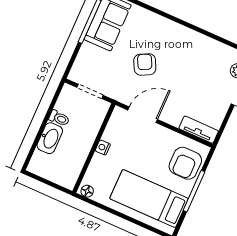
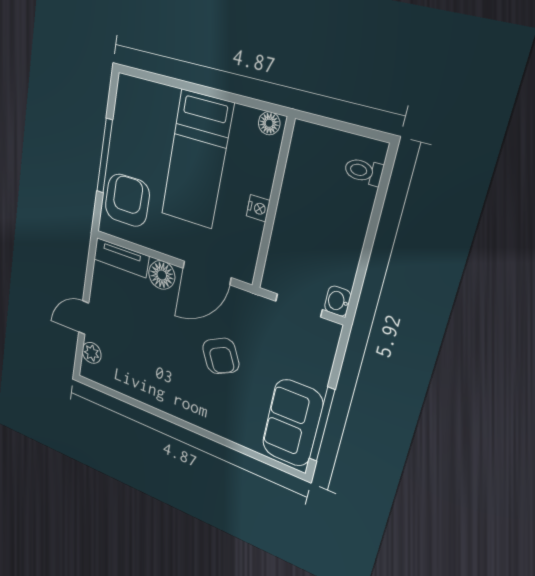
floor lamp: (173, 116) -> (162, 275), added
toilet: (59, 118) -> (364, 171), moved
washbasin: (50, 138) -> (338, 301), moved, width x0.52, depth x0.69
bed: (149, 199) -> (197, 160), moved, turned 90

